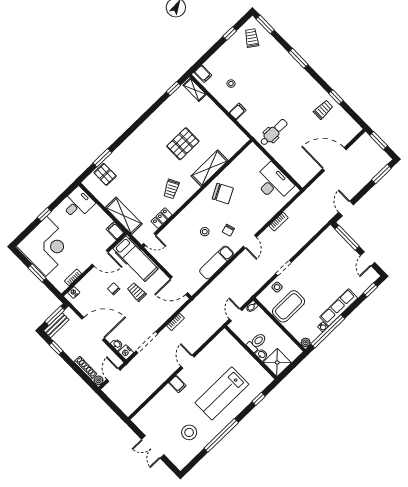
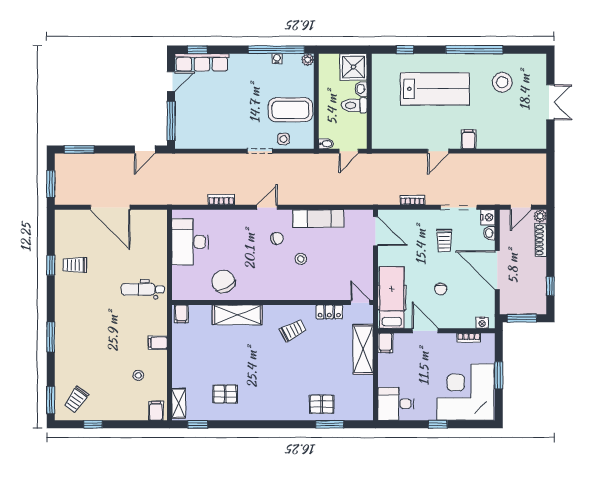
filing cabinet: (240, 139) -> (181, 314), added
pallet: (183, 144) -> (225, 394), moved, width x0.67, depth x0.71
pallet: (105, 174) -> (322, 404), moved, turned 90
chair: (223, 193) -> (223, 281), moved
trolley: (137, 292) -> (444, 240), moved
row of seats: (339, 307) -> (202, 62), moved
bench: (56, 325) -> (529, 308), removed

